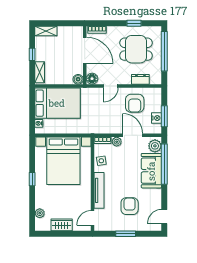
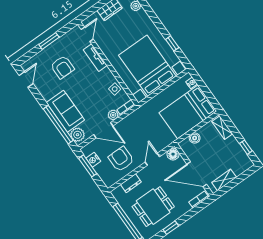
shelving: (46, 31) -> (224, 180), moved
window: (32, 54) -> (246, 147), moved
boiler: (78, 79) -> (195, 138), moved
window: (32, 179) -> (172, 43), moved
tv unit: (99, 190) -> (95, 58), width x0.71

